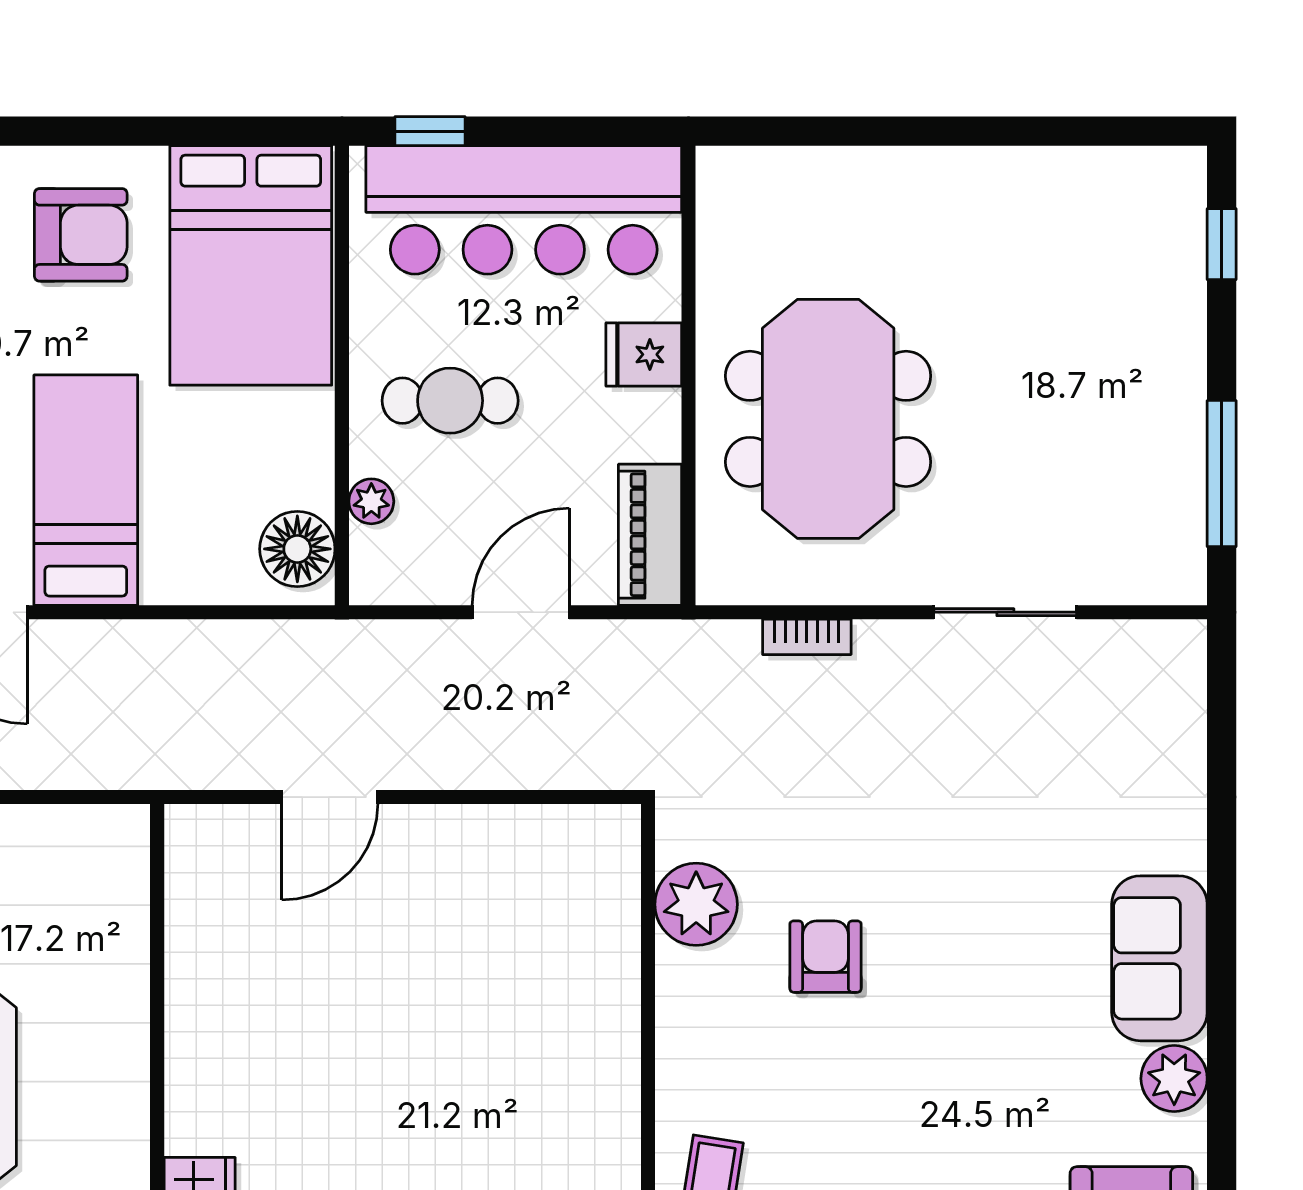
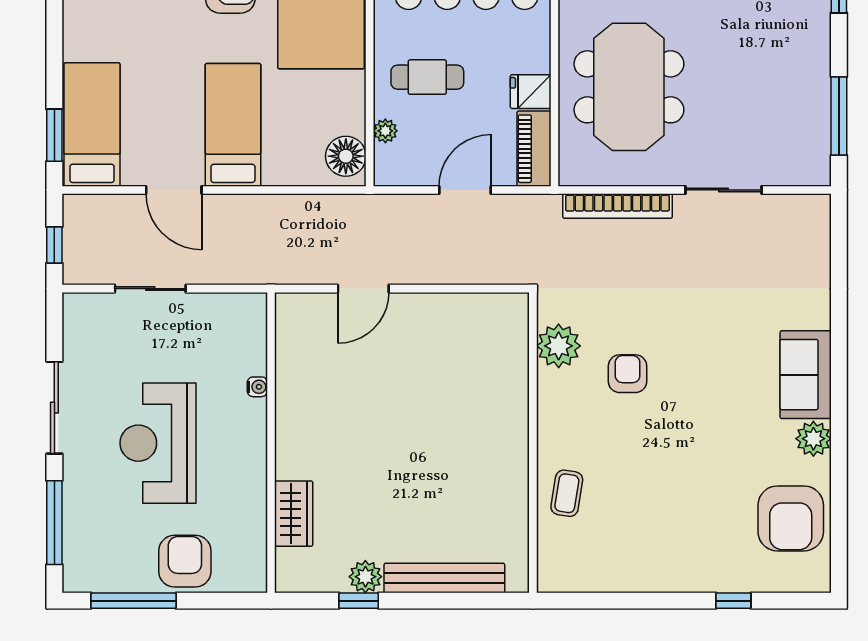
fridge: (644, 354) -> (531, 92), moved
bookcase: (807, 637) -> (618, 206), width x2.31, depth x1.31
water cooler: (131, 981) -> (257, 387), added

